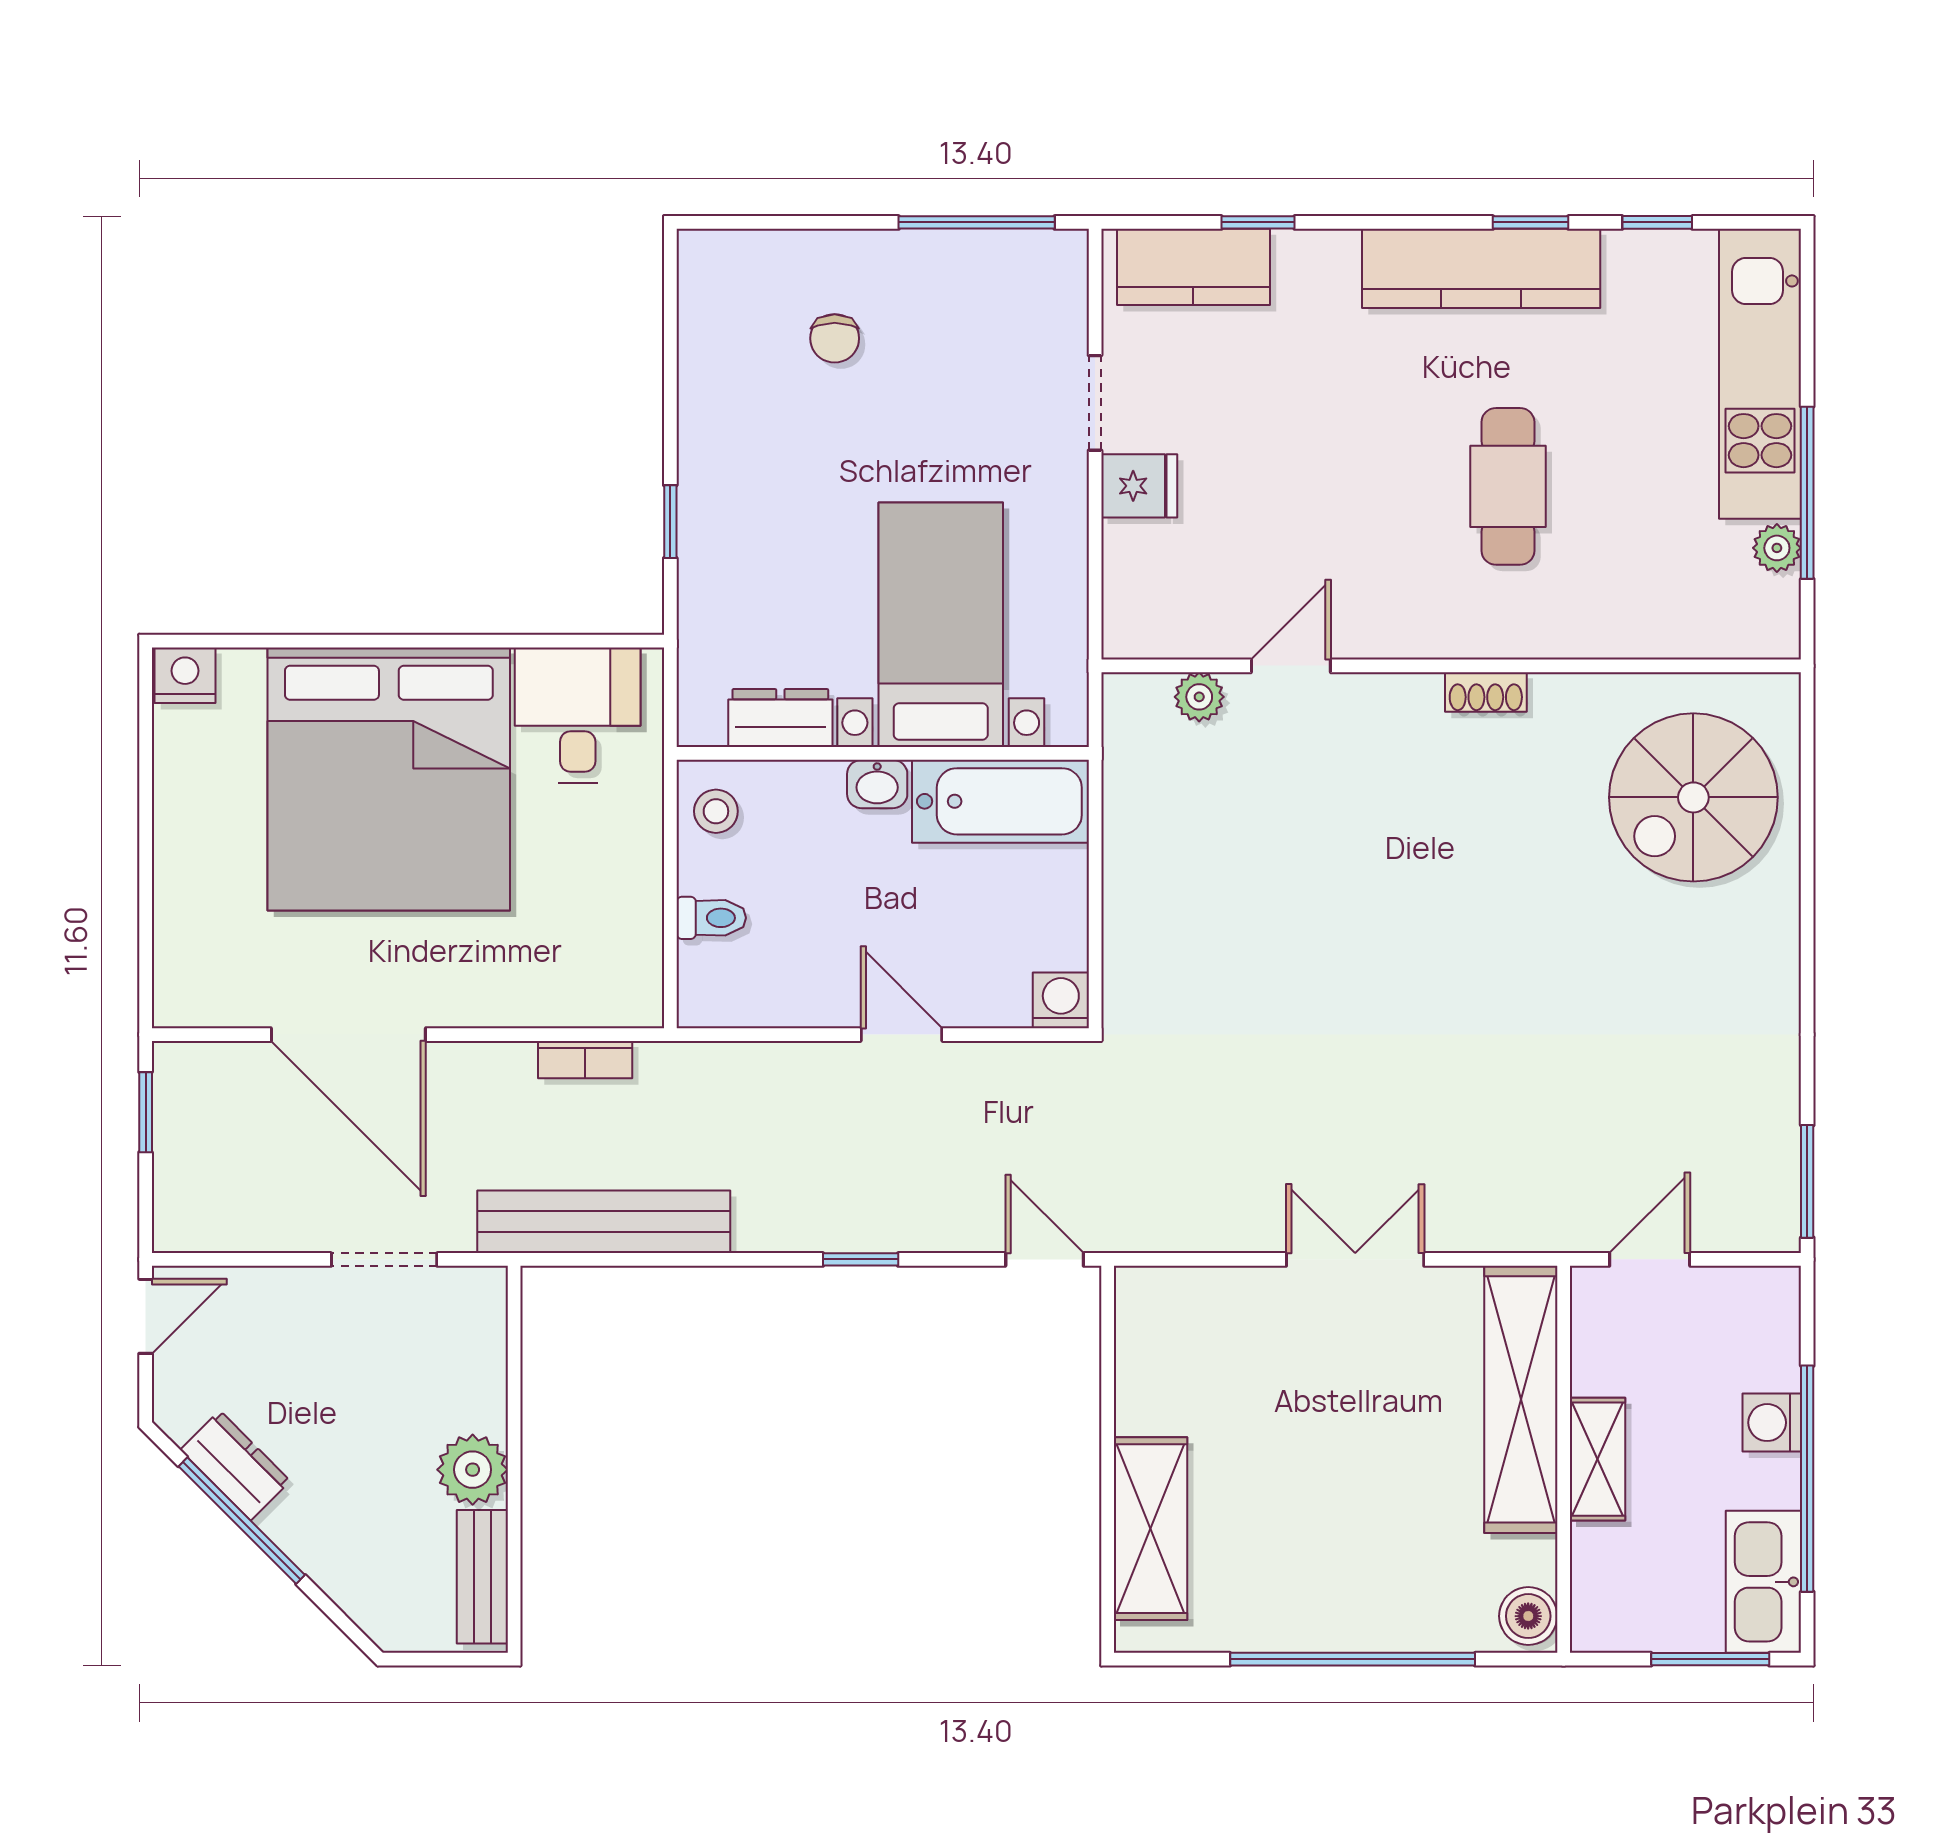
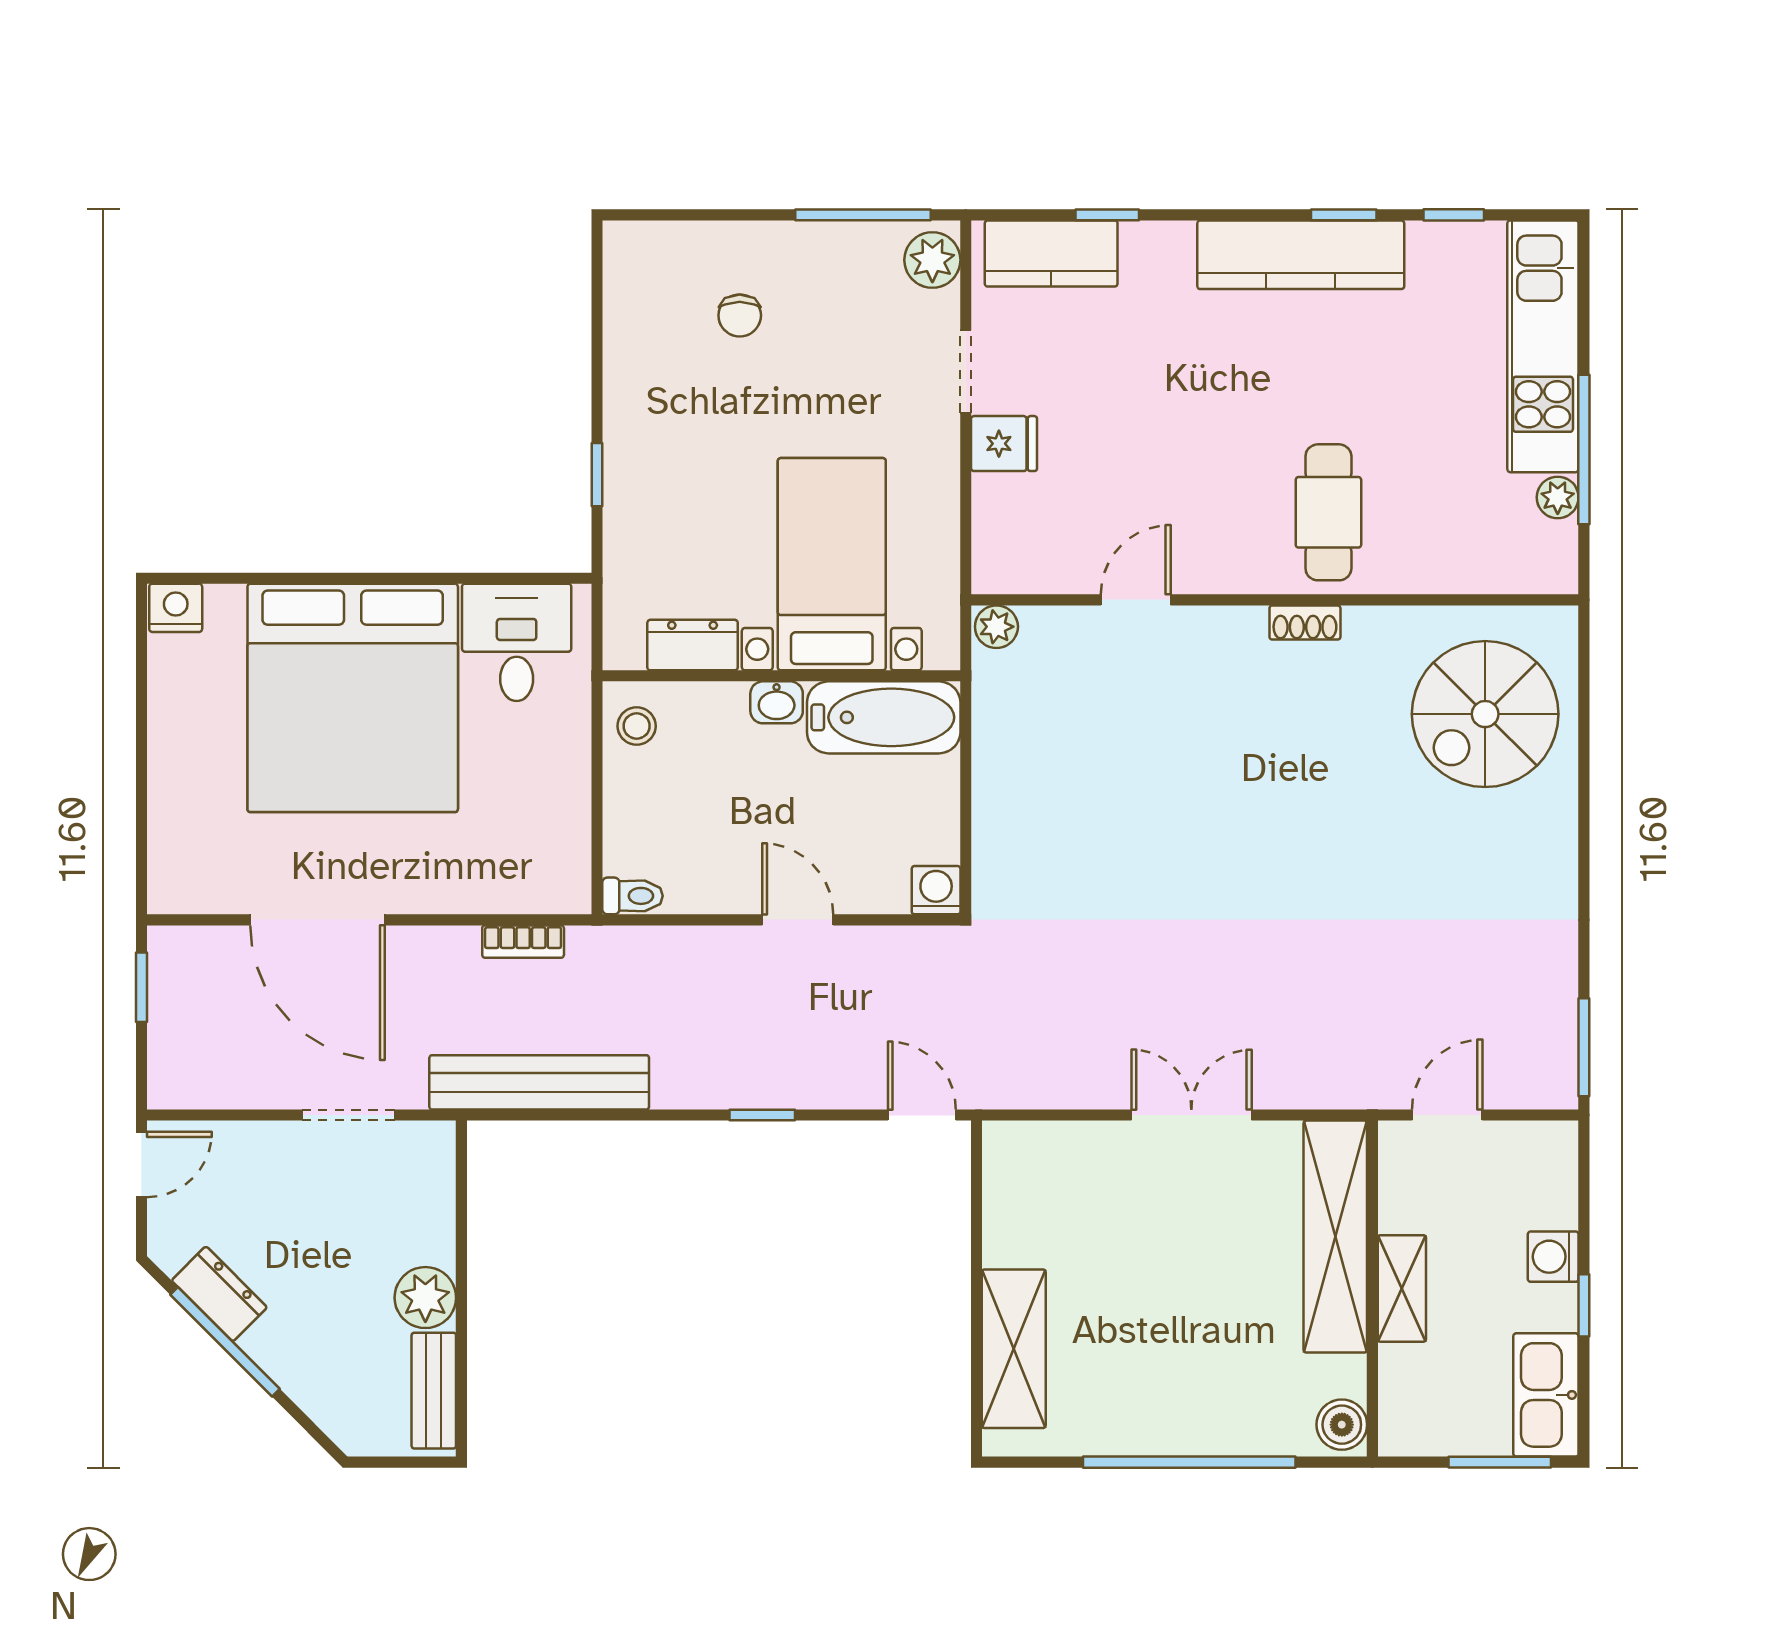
plant: (1057, 274) -> (932, 260), added
cafe table: (1508, 486) -> (1328, 512), moved
plant: (1199, 697) -> (996, 627), moved
toilet: (711, 918) -> (633, 896), moved
window: (1807, 1479) -> (1584, 1305), width x0.32

